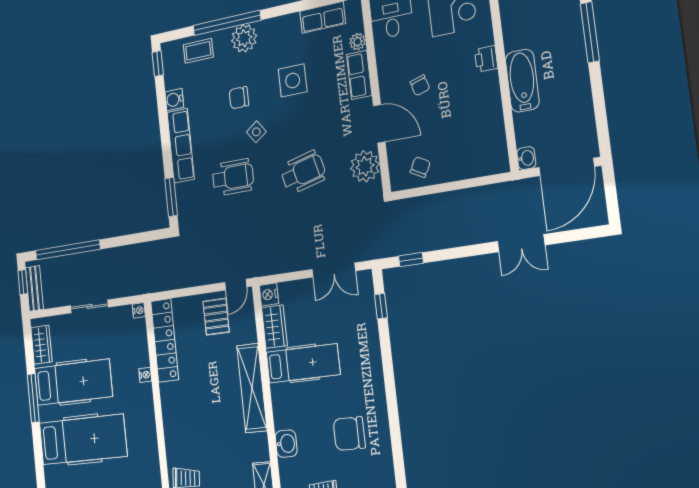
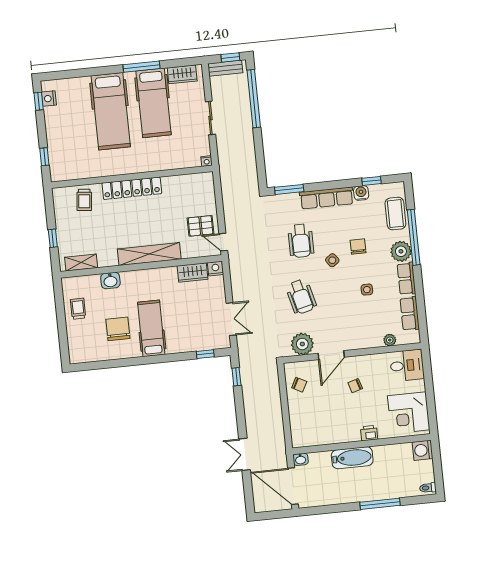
coffee table: (198, 51) -> (395, 214), width x1.36, depth x1.30
window: (158, 64) -> (371, 181), moved
row of seats: (359, 75) -> (406, 279), moved, turned -90
side table: (293, 81) -> (367, 290), width x0.54, depth x0.54
double door: (334, 270) -> (231, 319), swing flipped
locker: (165, 340) -> (132, 188), moved
hospital bed: (303, 363) -> (151, 328), moved, turned 180
nightstand: (145, 375) -> (159, 166), removed

